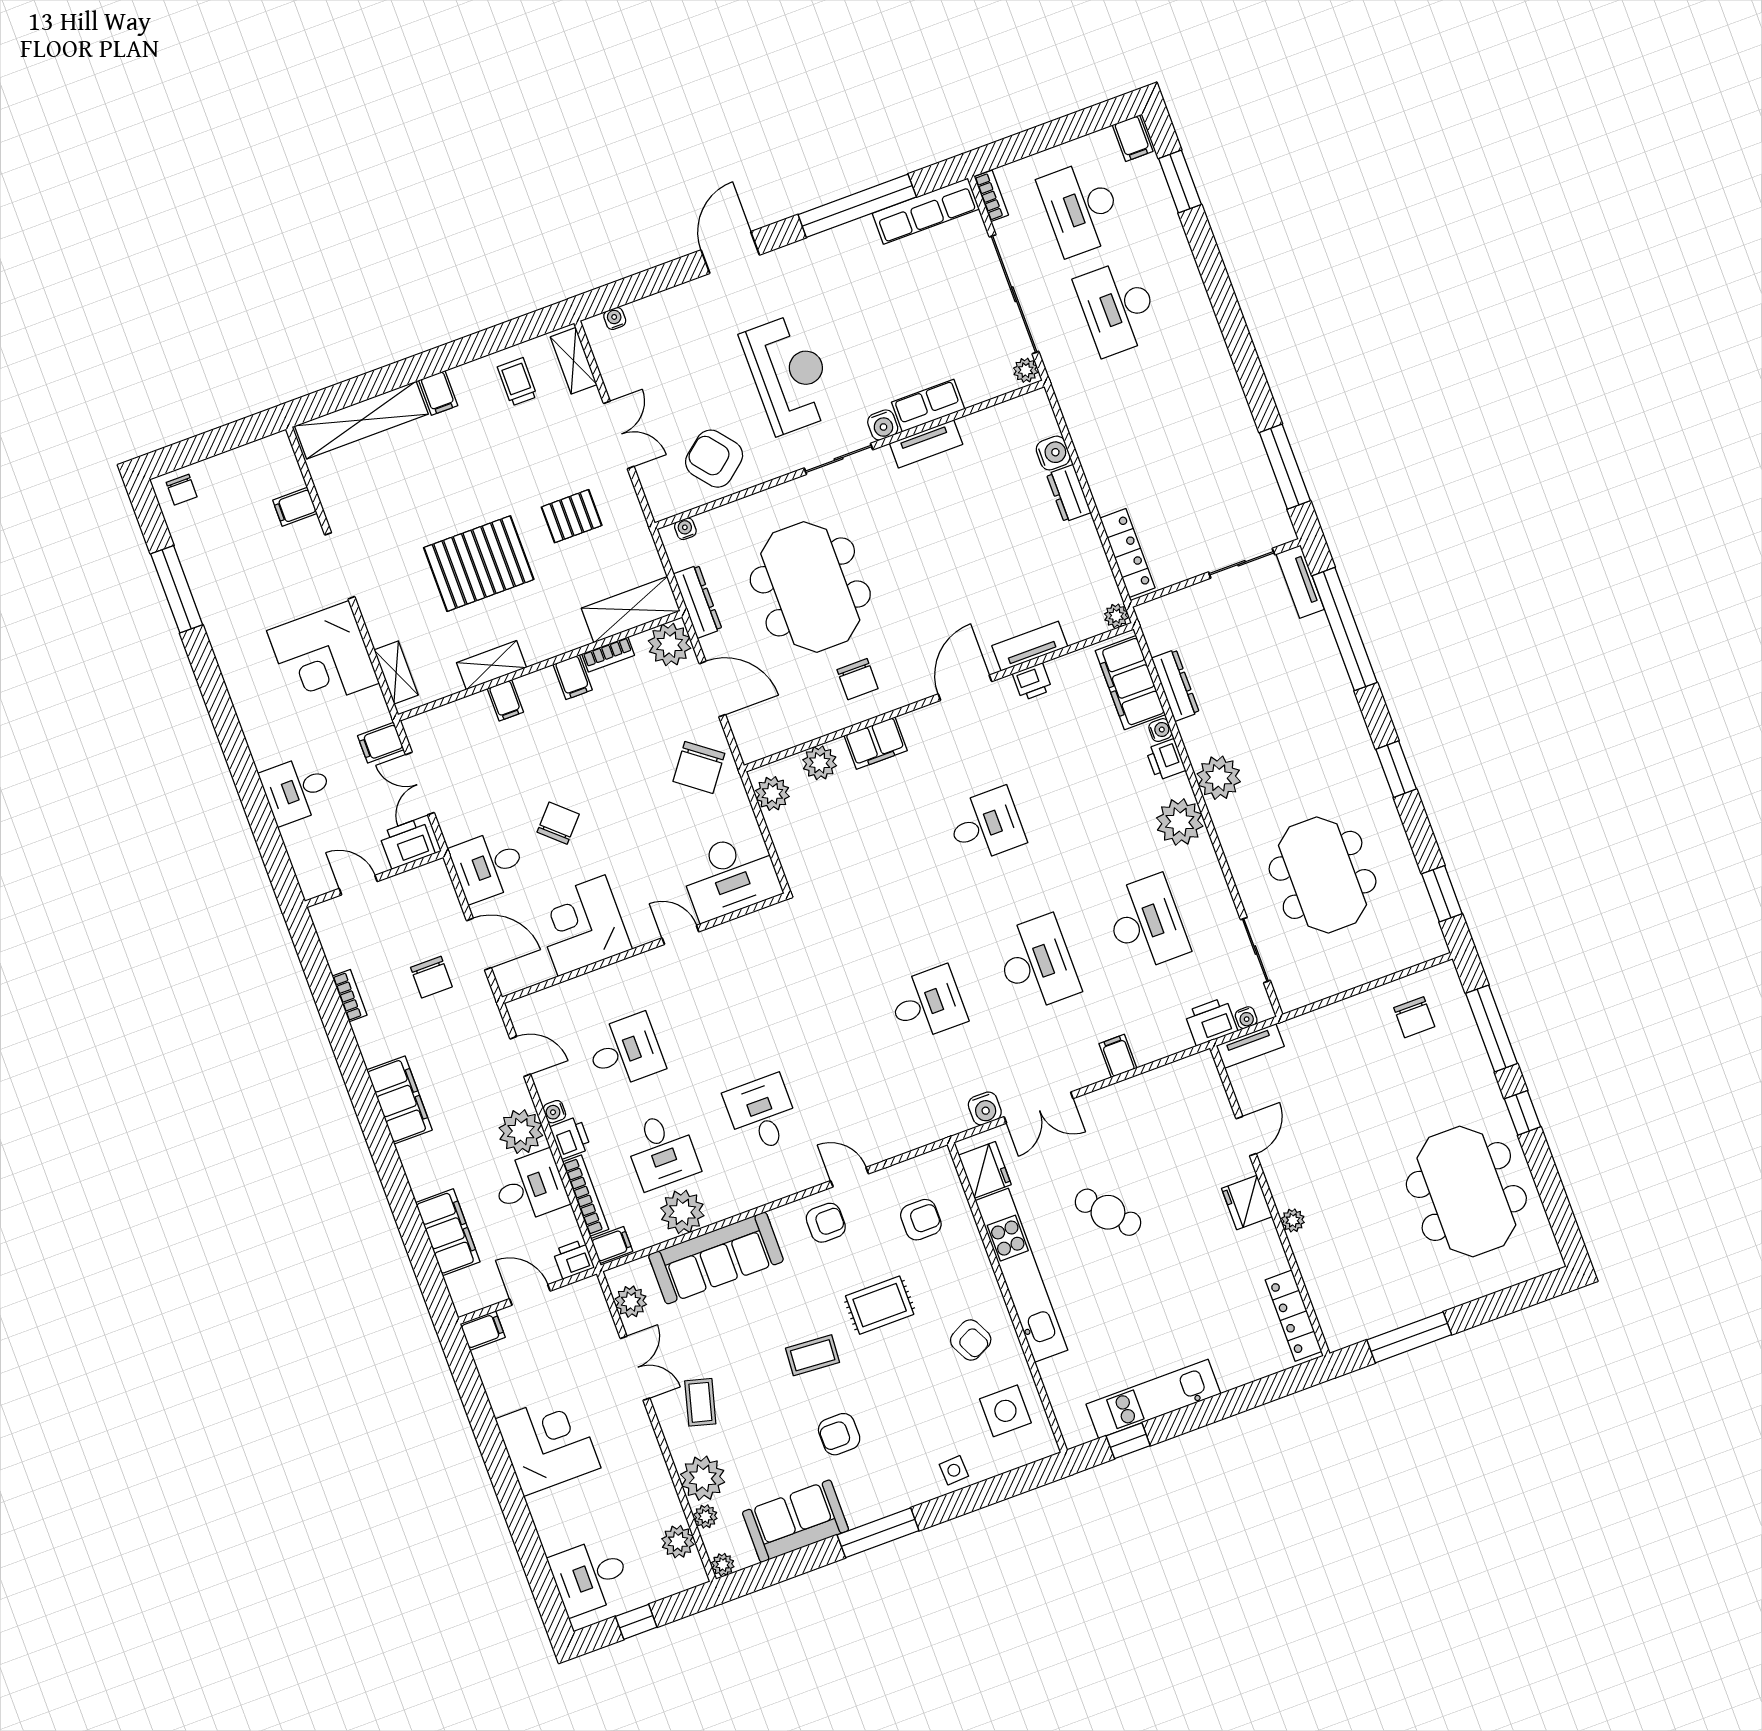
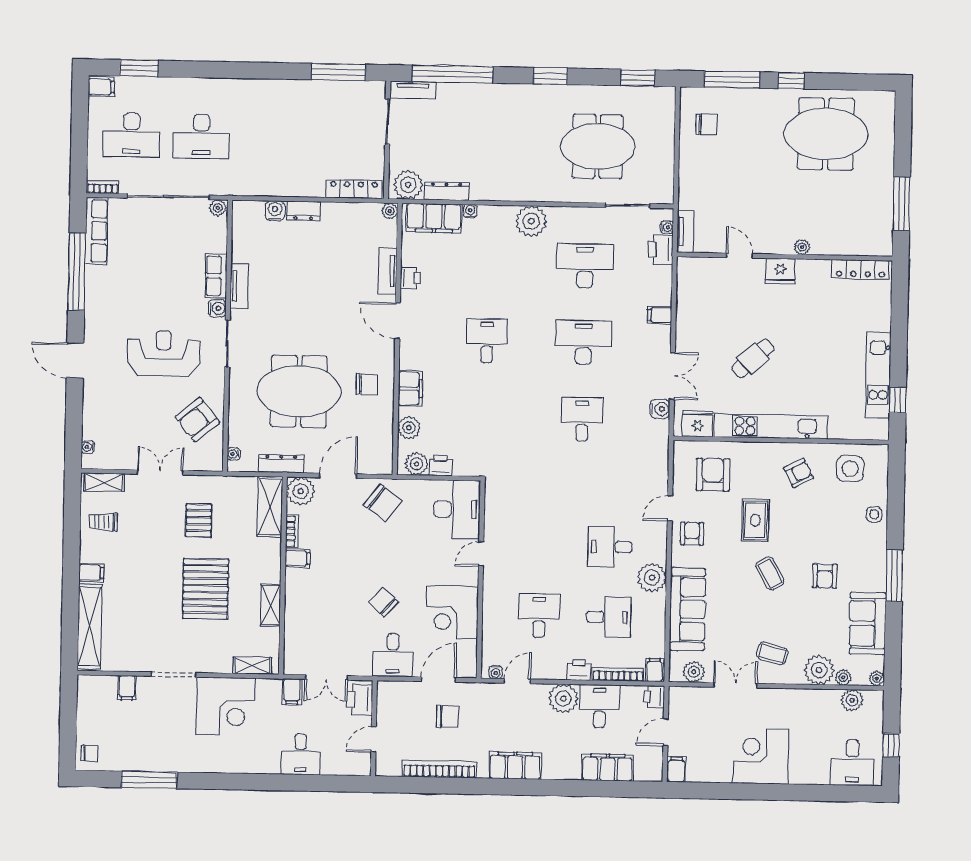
filing cabinet: (505, 700) -> (296, 605), removed
printer: (1166, 760) -> (441, 466), moved, turned 180
plant: (1219, 778) -> (408, 185), moved
bookcase: (350, 996) -> (439, 769), width x2.31, depth x1.31
water cooler: (554, 1112) -> (496, 672), moved
plant: (682, 1212) -> (652, 577), moved
armchair: (921, 1220) -> (713, 475), width x1.38, depth x1.38
coffee table: (813, 1355) -> (770, 573), turned -34

